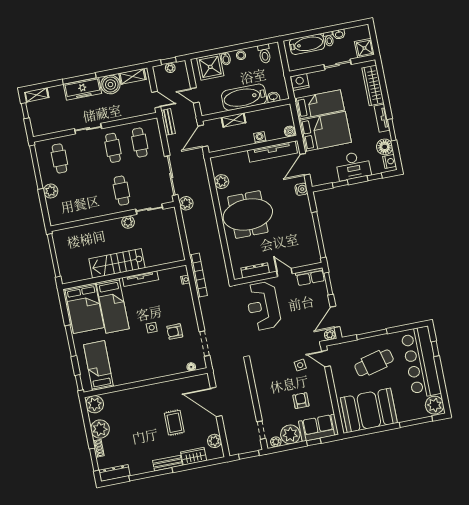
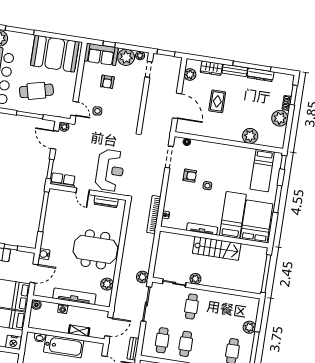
tv unit: (272, 152) -> (74, 296), moved
door: (335, 317) -> (55, 140), swing flipped
plant: (95, 404) -> (250, 136), moved
dresser: (114, 473) -> (260, 75), moved

